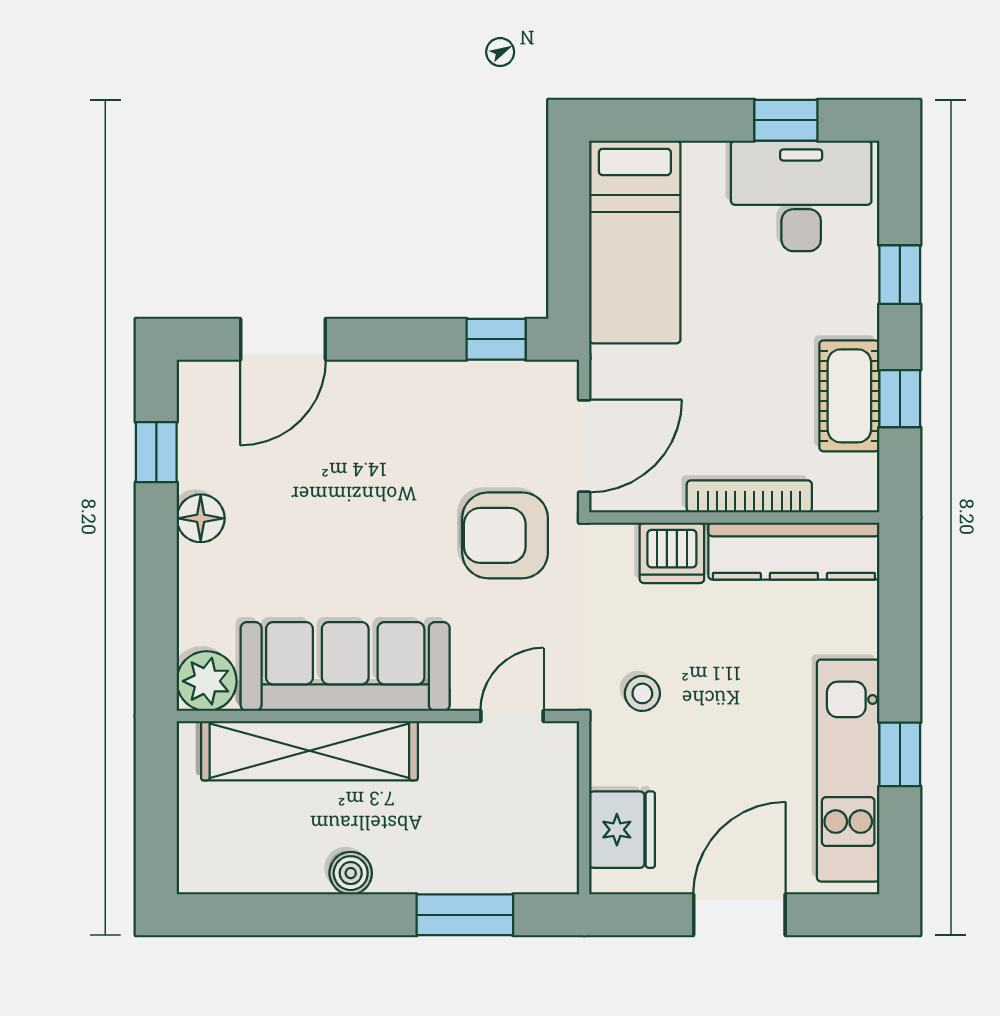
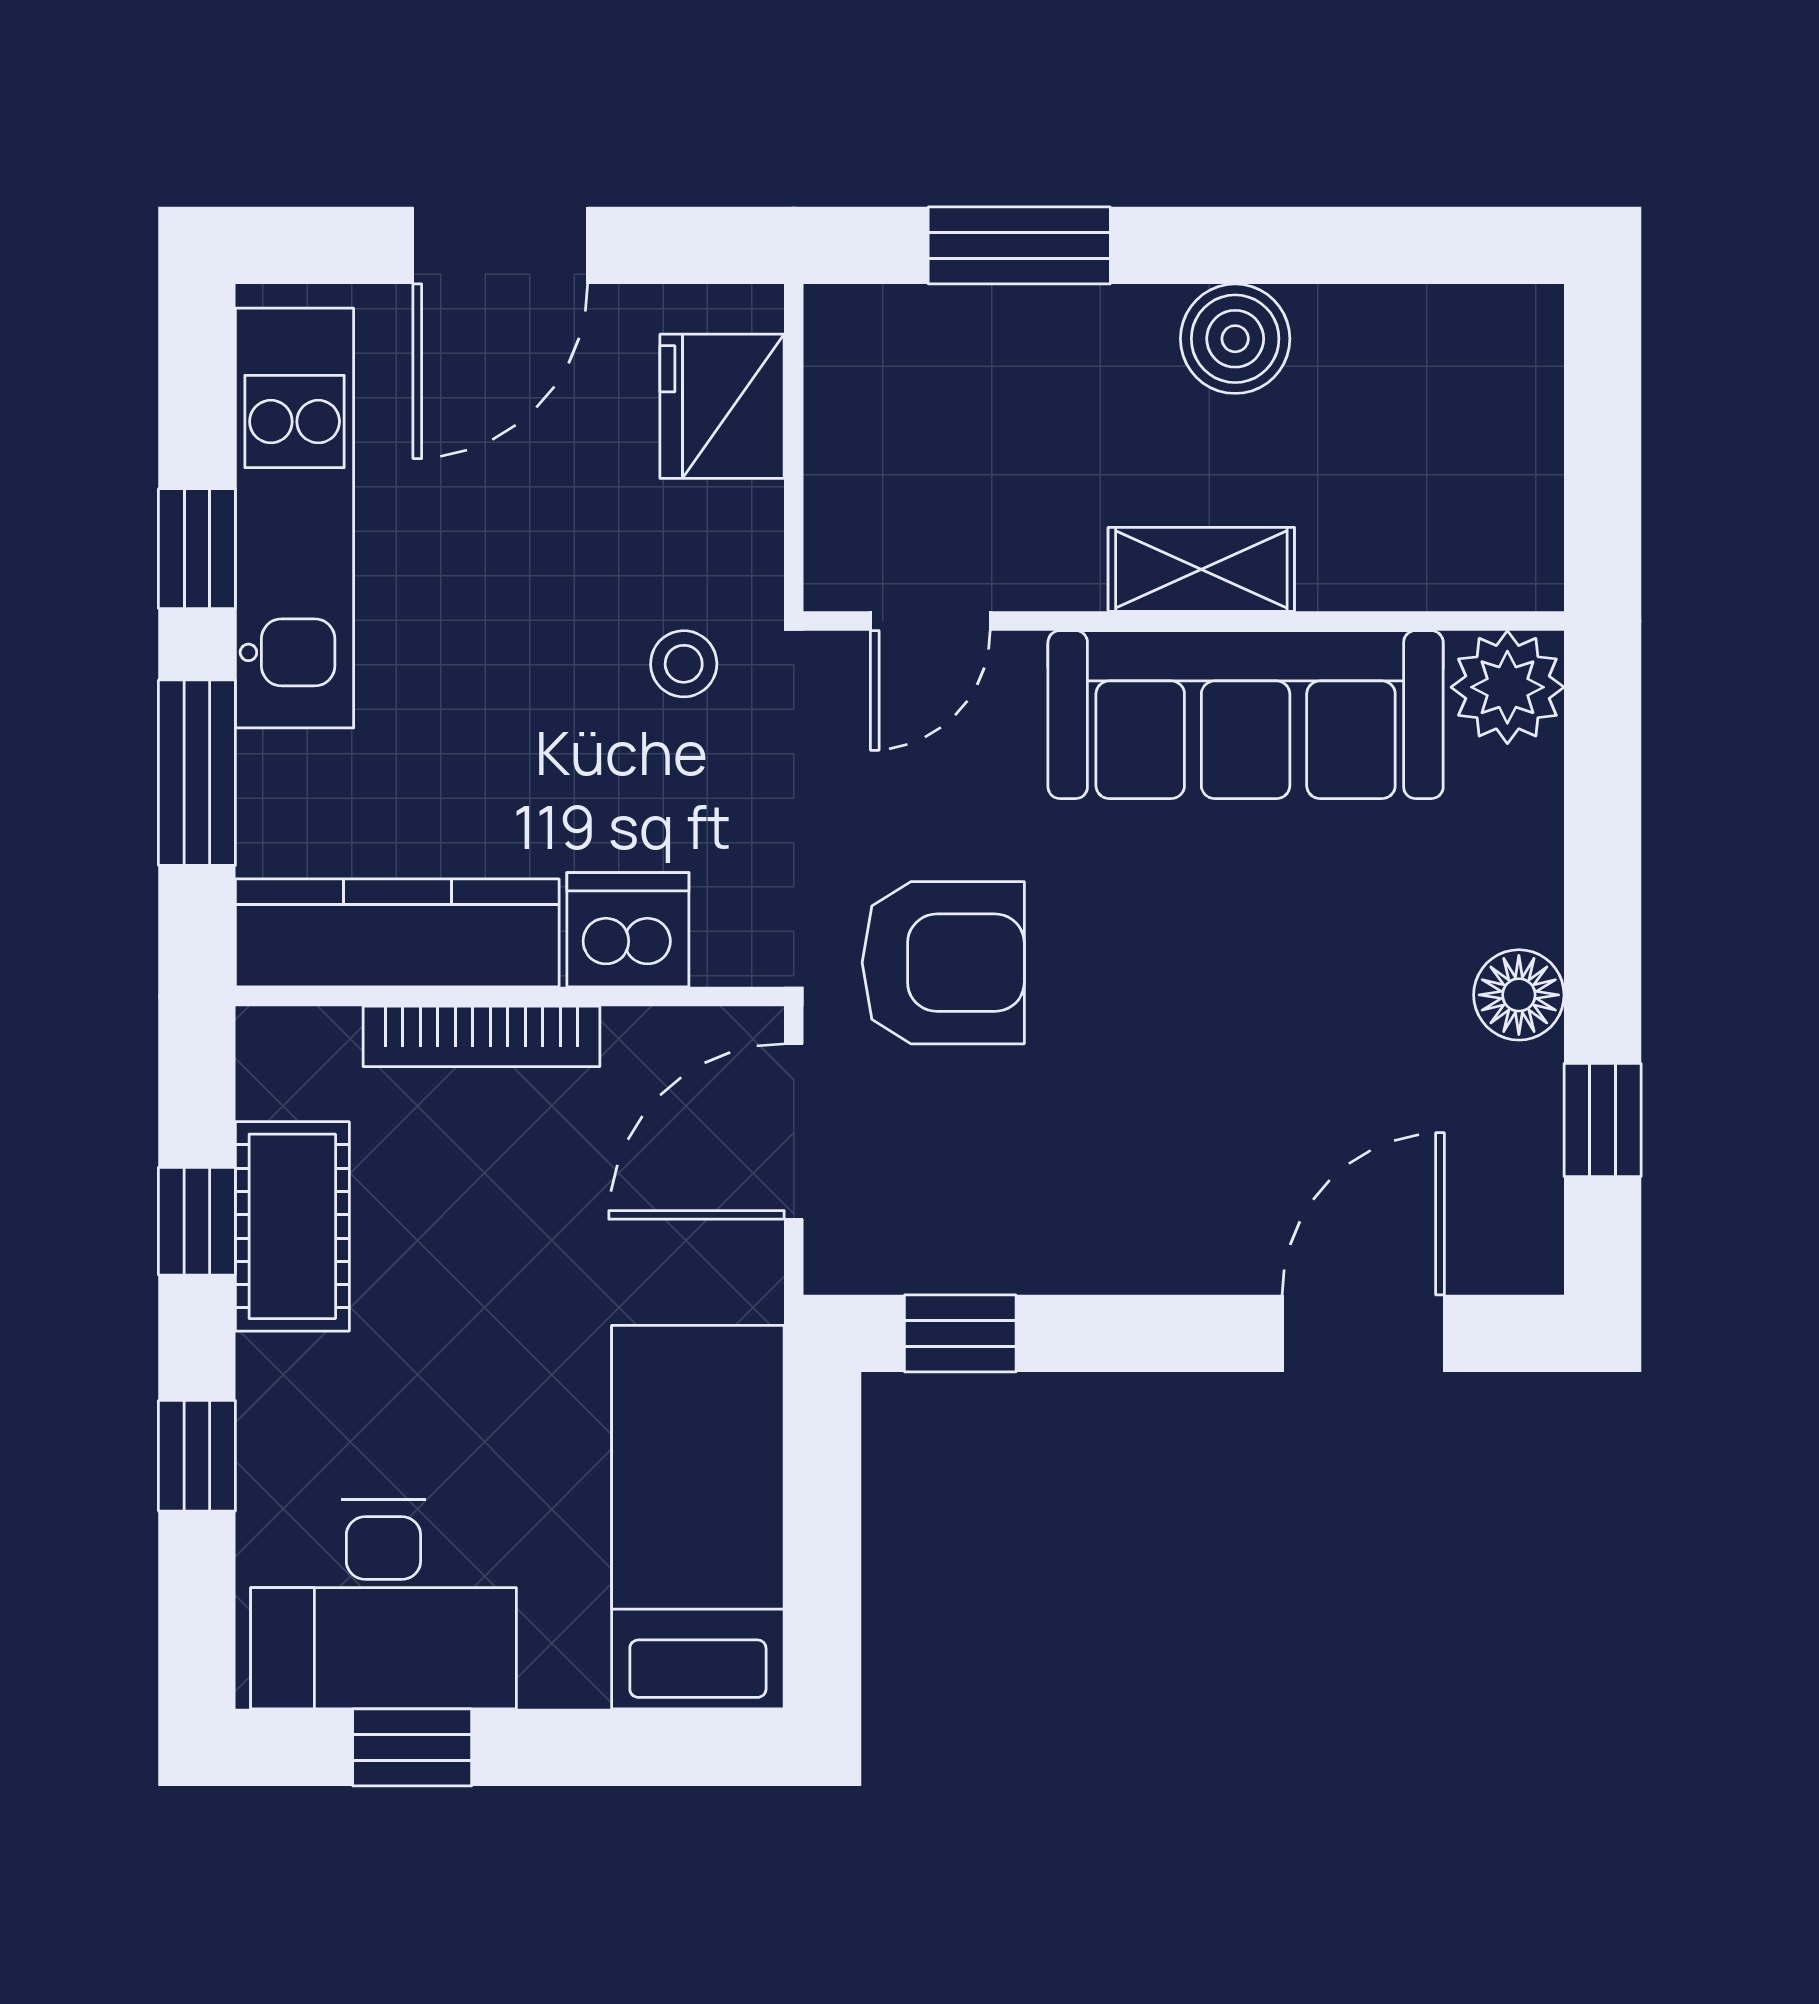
window: (900, 636) -> (197, 773), added
shelving: (309, 751) -> (1201, 569), width x0.45, depth x0.75
boiler: (351, 873) -> (1235, 339), width x1.36, depth x1.36

